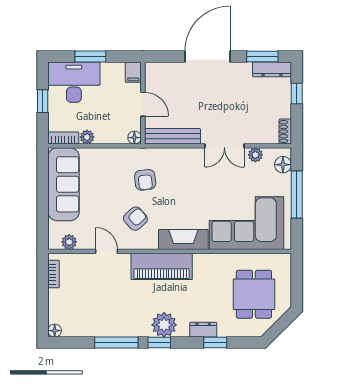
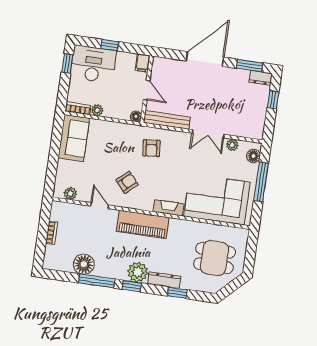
window: (90, 56) -> (110, 45), width x0.67
dresser: (272, 69) -> (261, 78), width x0.70
window: (43, 101) -> (67, 63), moved
shoe rack: (285, 132) -> (259, 129), removed
armchair: (145, 180) -> (151, 148), moved
sofa: (64, 184) -> (74, 138), width x0.73
fireplace: (183, 239) -> (169, 208), width x0.73, depth x0.76
bookcase: (54, 274) -> (52, 233), moved
dining table: (254, 294) -> (214, 258), turned 90
dresser: (203, 330) -> (164, 280), width x1.44
floor lamp: (55, 331) -> (84, 264), moved, width x1.89, depth x1.89

